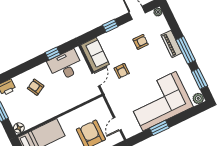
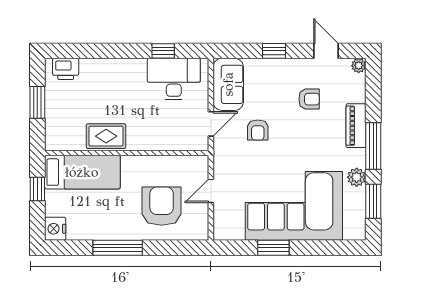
armchair: (36, 87) -> (111, 91), removed
plant: (198, 98) -> (357, 177), moved
rug: (45, 112) -> (106, 136), added
door: (117, 124) -> (211, 191), moved
floor lamp: (19, 128) -> (54, 142), removed

